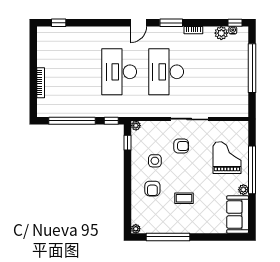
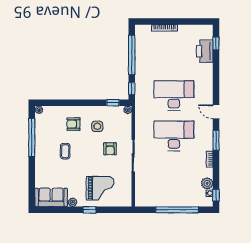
printer: (68, 36) -> (205, 51), added
window: (252, 170) -> (90, 210), width x0.32

